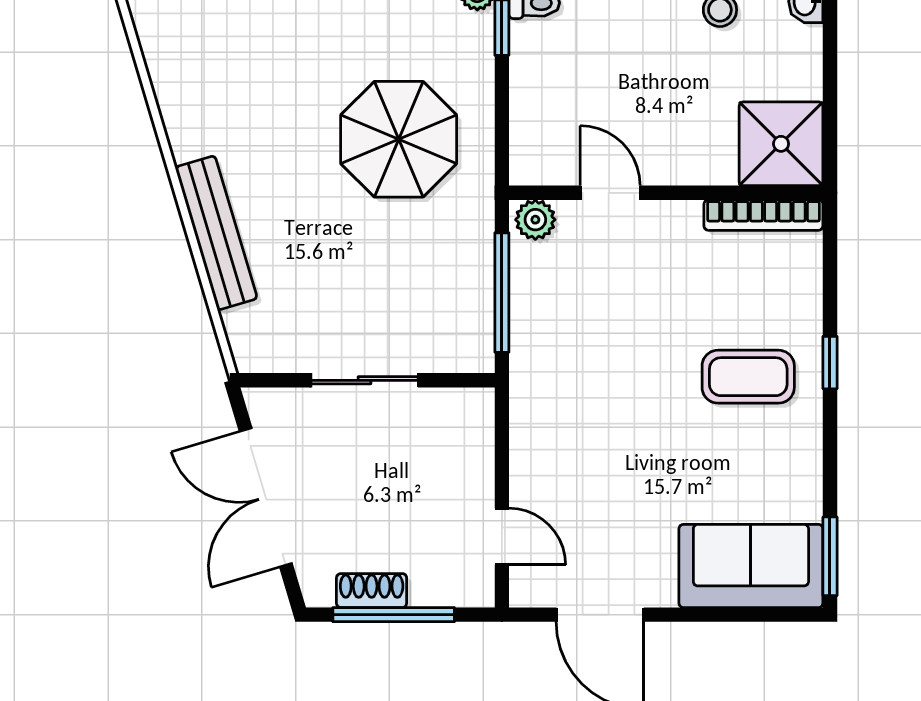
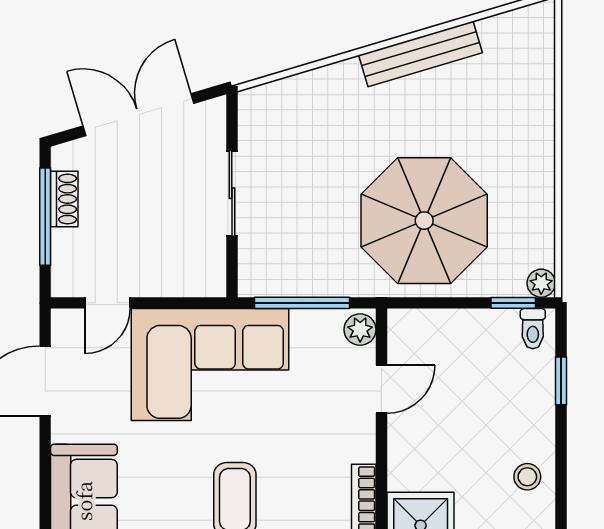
parasol: (399, 139) -> (424, 221), width x1.36, depth x1.36
bench: (216, 233) -> (421, 54), moved
corner sofa: (579, 408) -> (210, 365), added

